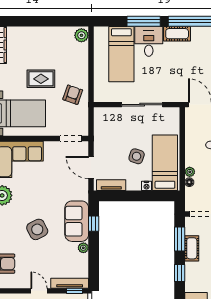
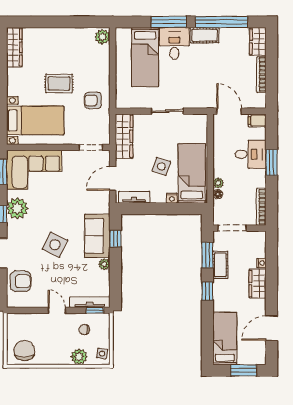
armchair: (73, 95) -> (93, 100), turned -109
sliding door: (142, 105) -> (167, 111), width x0.73
wardrobe: (102, 128) -> (124, 136), added
door: (91, 168) -> (113, 178), hinge flipped
side table: (37, 229) -> (55, 245), turned -37

